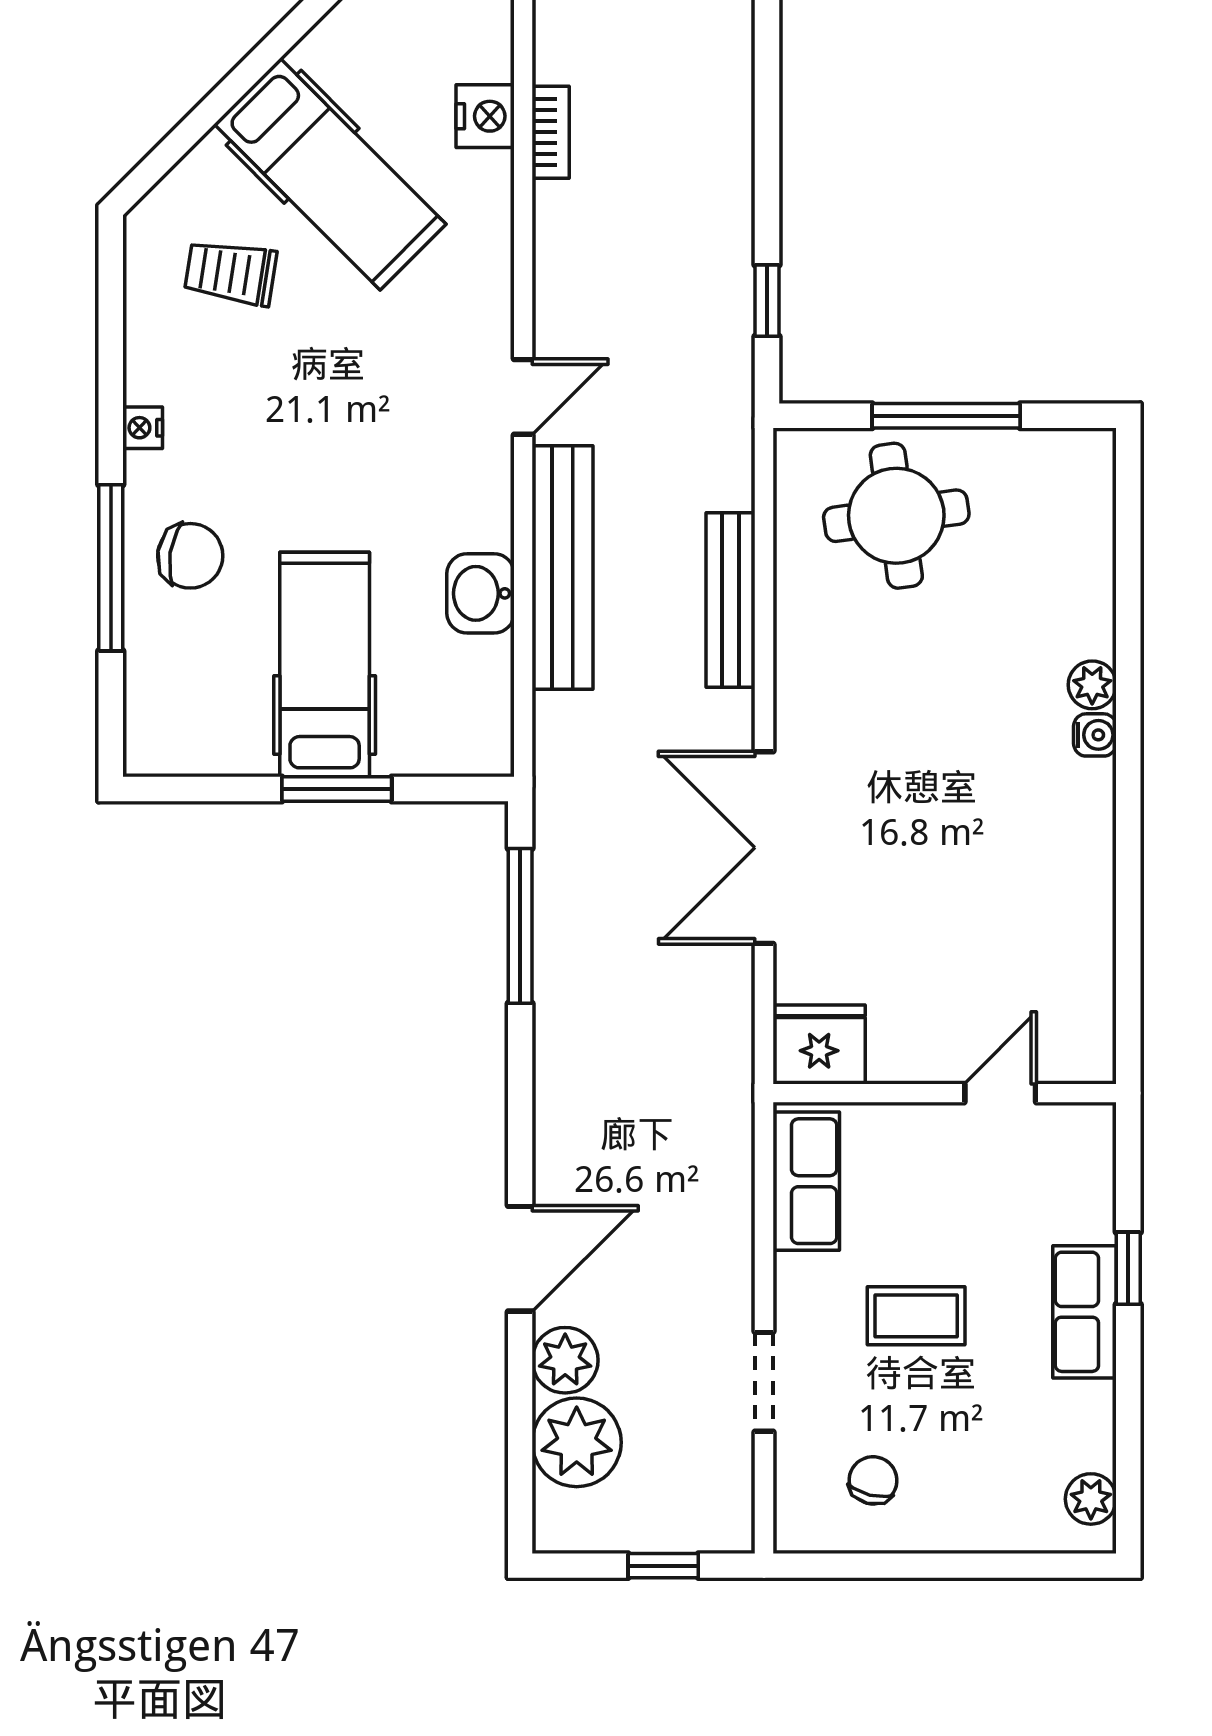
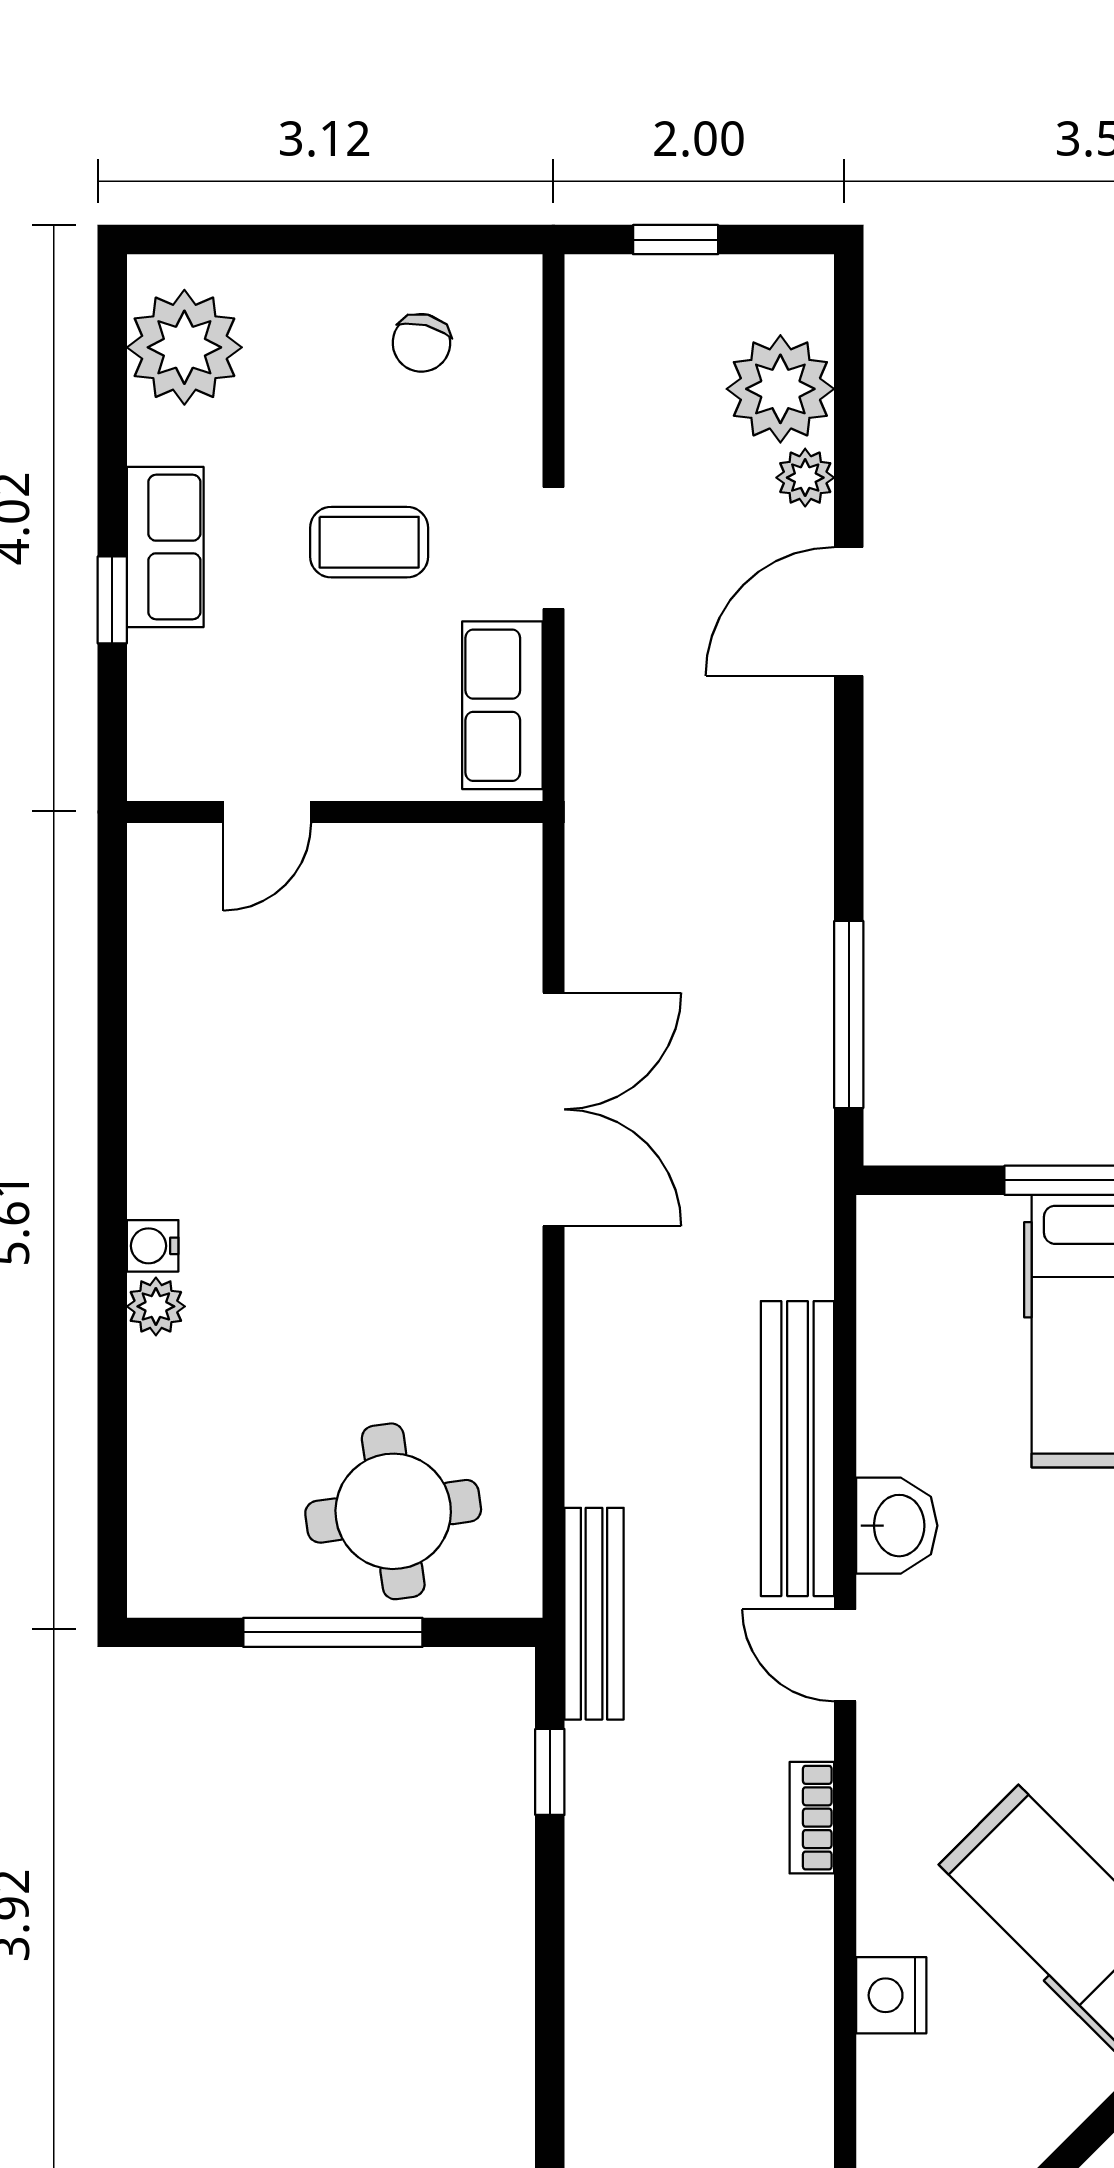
bookcase: (551, 132) -> (812, 1818), moved
door: (523, 397) -> (845, 1655), hinge flipped
washbasin: (481, 593) -> (897, 1526), moved
bench: (730, 600) -> (594, 1614), moved
fridge: (819, 1044) -> (487, 871), removed
plant: (565, 1360) -> (805, 478), width x0.73, depth x0.73
doorway: (764, 1382) -> (553, 548), moved
plant: (1091, 1499) -> (184, 347), width x1.87, depth x1.87

